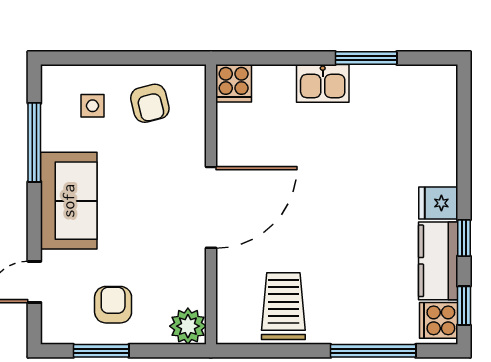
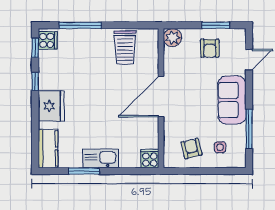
kitchen sink: (323, 83) -> (101, 158), width x1.38
fridge: (438, 203) -> (51, 106), width x1.88, depth x1.34
kitchen counter: (438, 261) -> (48, 148), moved

